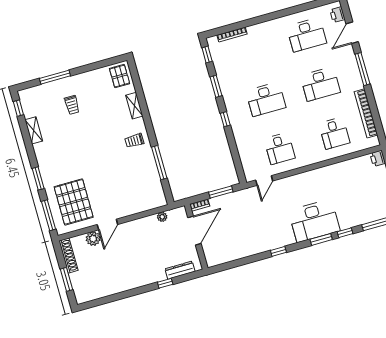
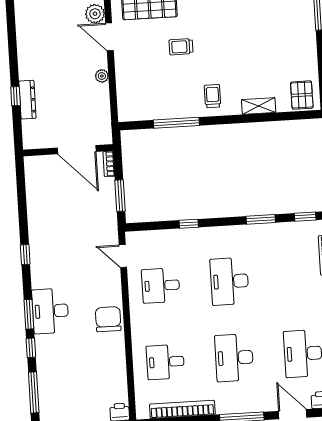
pallet: (120, 76) -> (302, 95), turned 90
trolley: (72, 105) -> (181, 47), moved
window: (225, 119) -> (189, 224), moved
chair: (312, 181) -> (108, 319), added
plant: (162, 217) -> (102, 76), moved
desk: (314, 221) -> (50, 311), width x0.73, depth x0.77
dresser: (180, 270) -> (27, 100), moved

